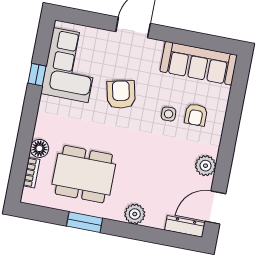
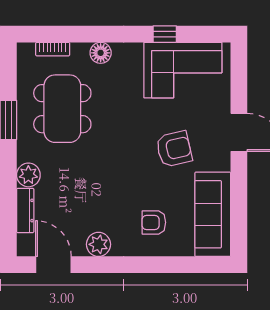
armchair: (121, 94) -> (174, 149), moved
side table: (169, 114) -> (149, 191), removed
floor lamp: (39, 148) -> (101, 53), moved
dresser: (185, 226) -> (25, 210), moved

